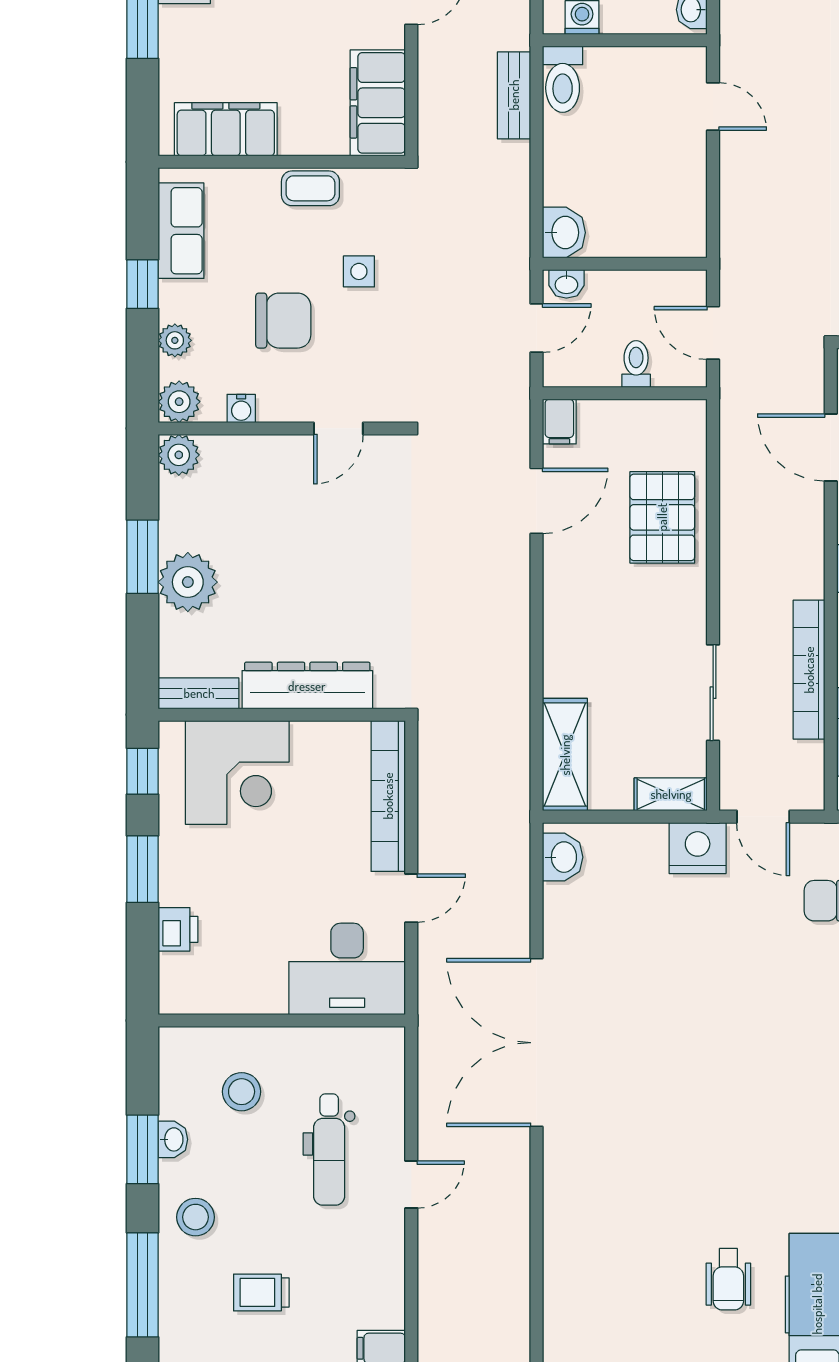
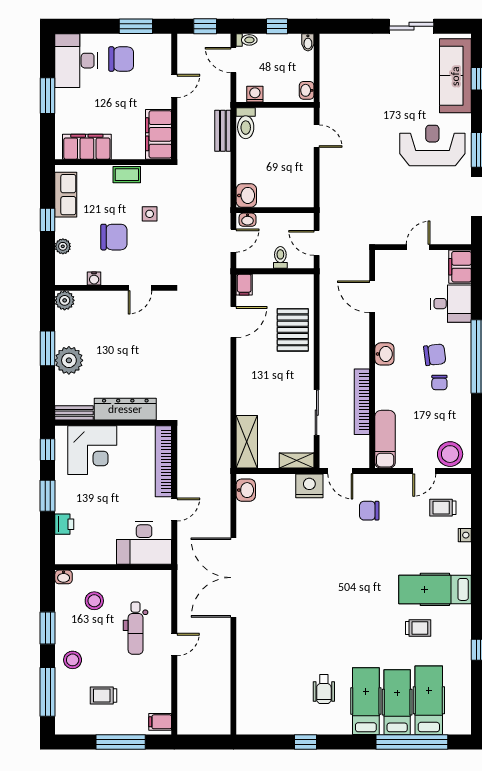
plant: (179, 402) -> (65, 275), removed
washbasin: (173, 1139) -> (64, 577), moved, turned 90

